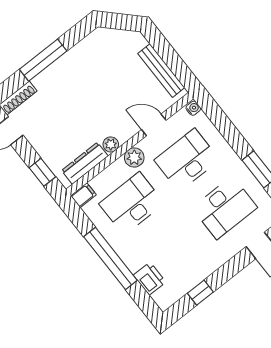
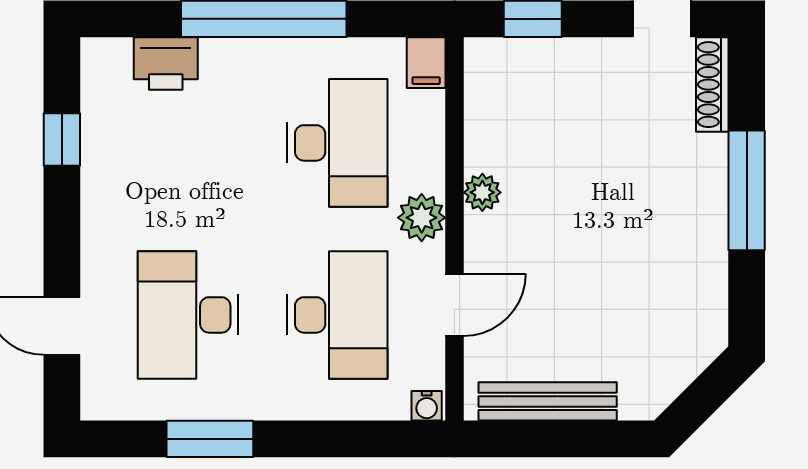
dresser: (85, 163) -> (485, 114), removed

